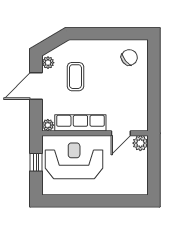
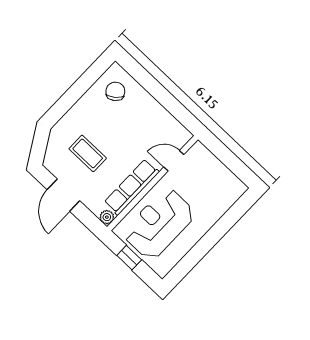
plant: (48, 63) -> (53, 166), removed
door: (121, 133) -> (174, 161), swing flipped
plant: (140, 143) -> (198, 152), removed

